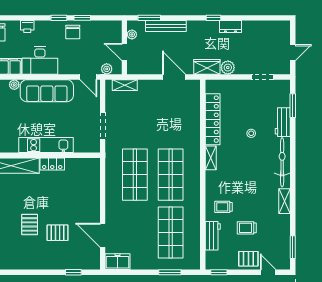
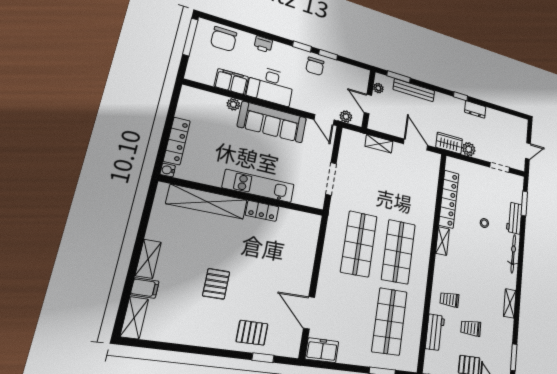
shelving: (125, 85) -> (379, 144), moved
bicycle: (282, 162) -> (513, 254), width x0.73, depth x0.71
pallet: (58, 233) -> (252, 333), moved

